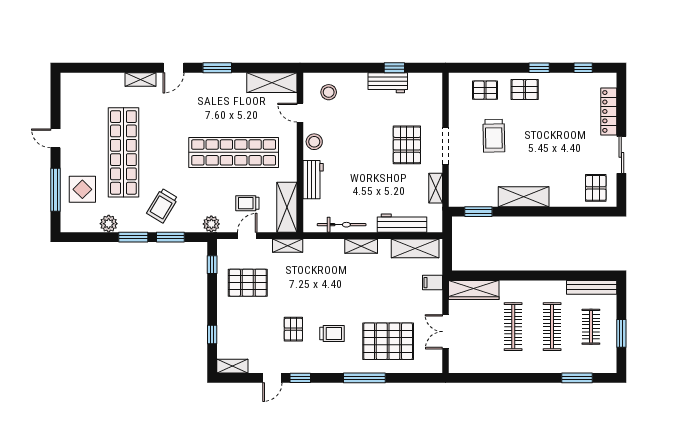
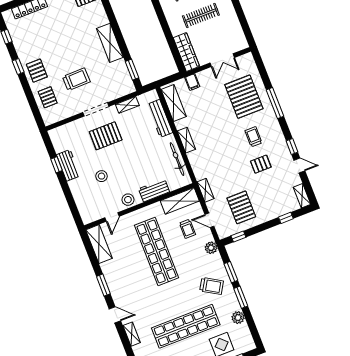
stool: (329, 92) -> (101, 176), moved

